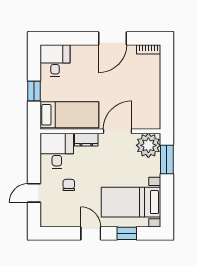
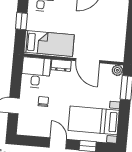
door: (118, 131) -> (88, 61), swing flipped
plant: (148, 145) -> (117, 70), width x0.53, depth x0.53

